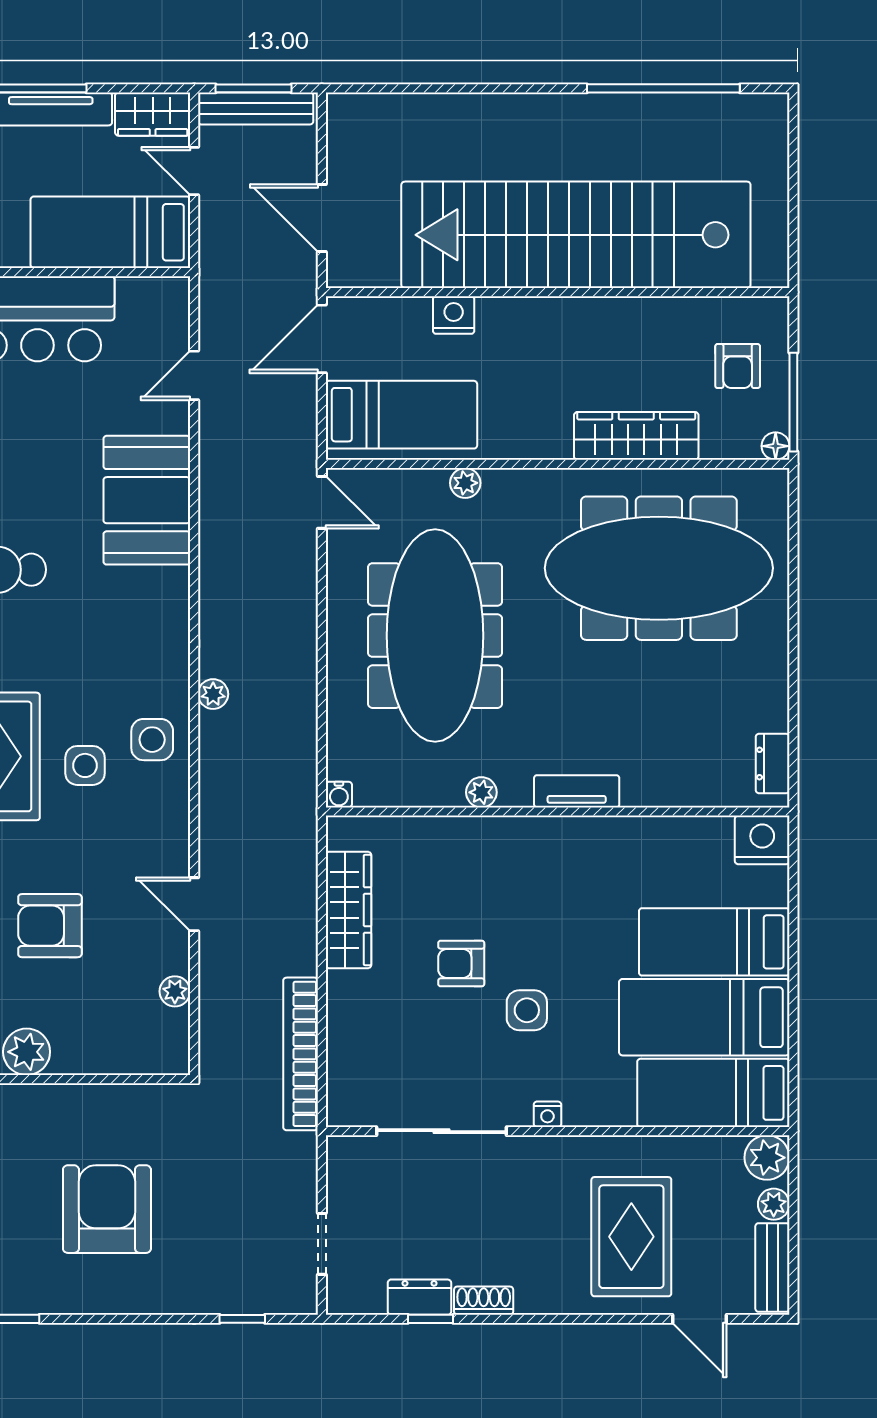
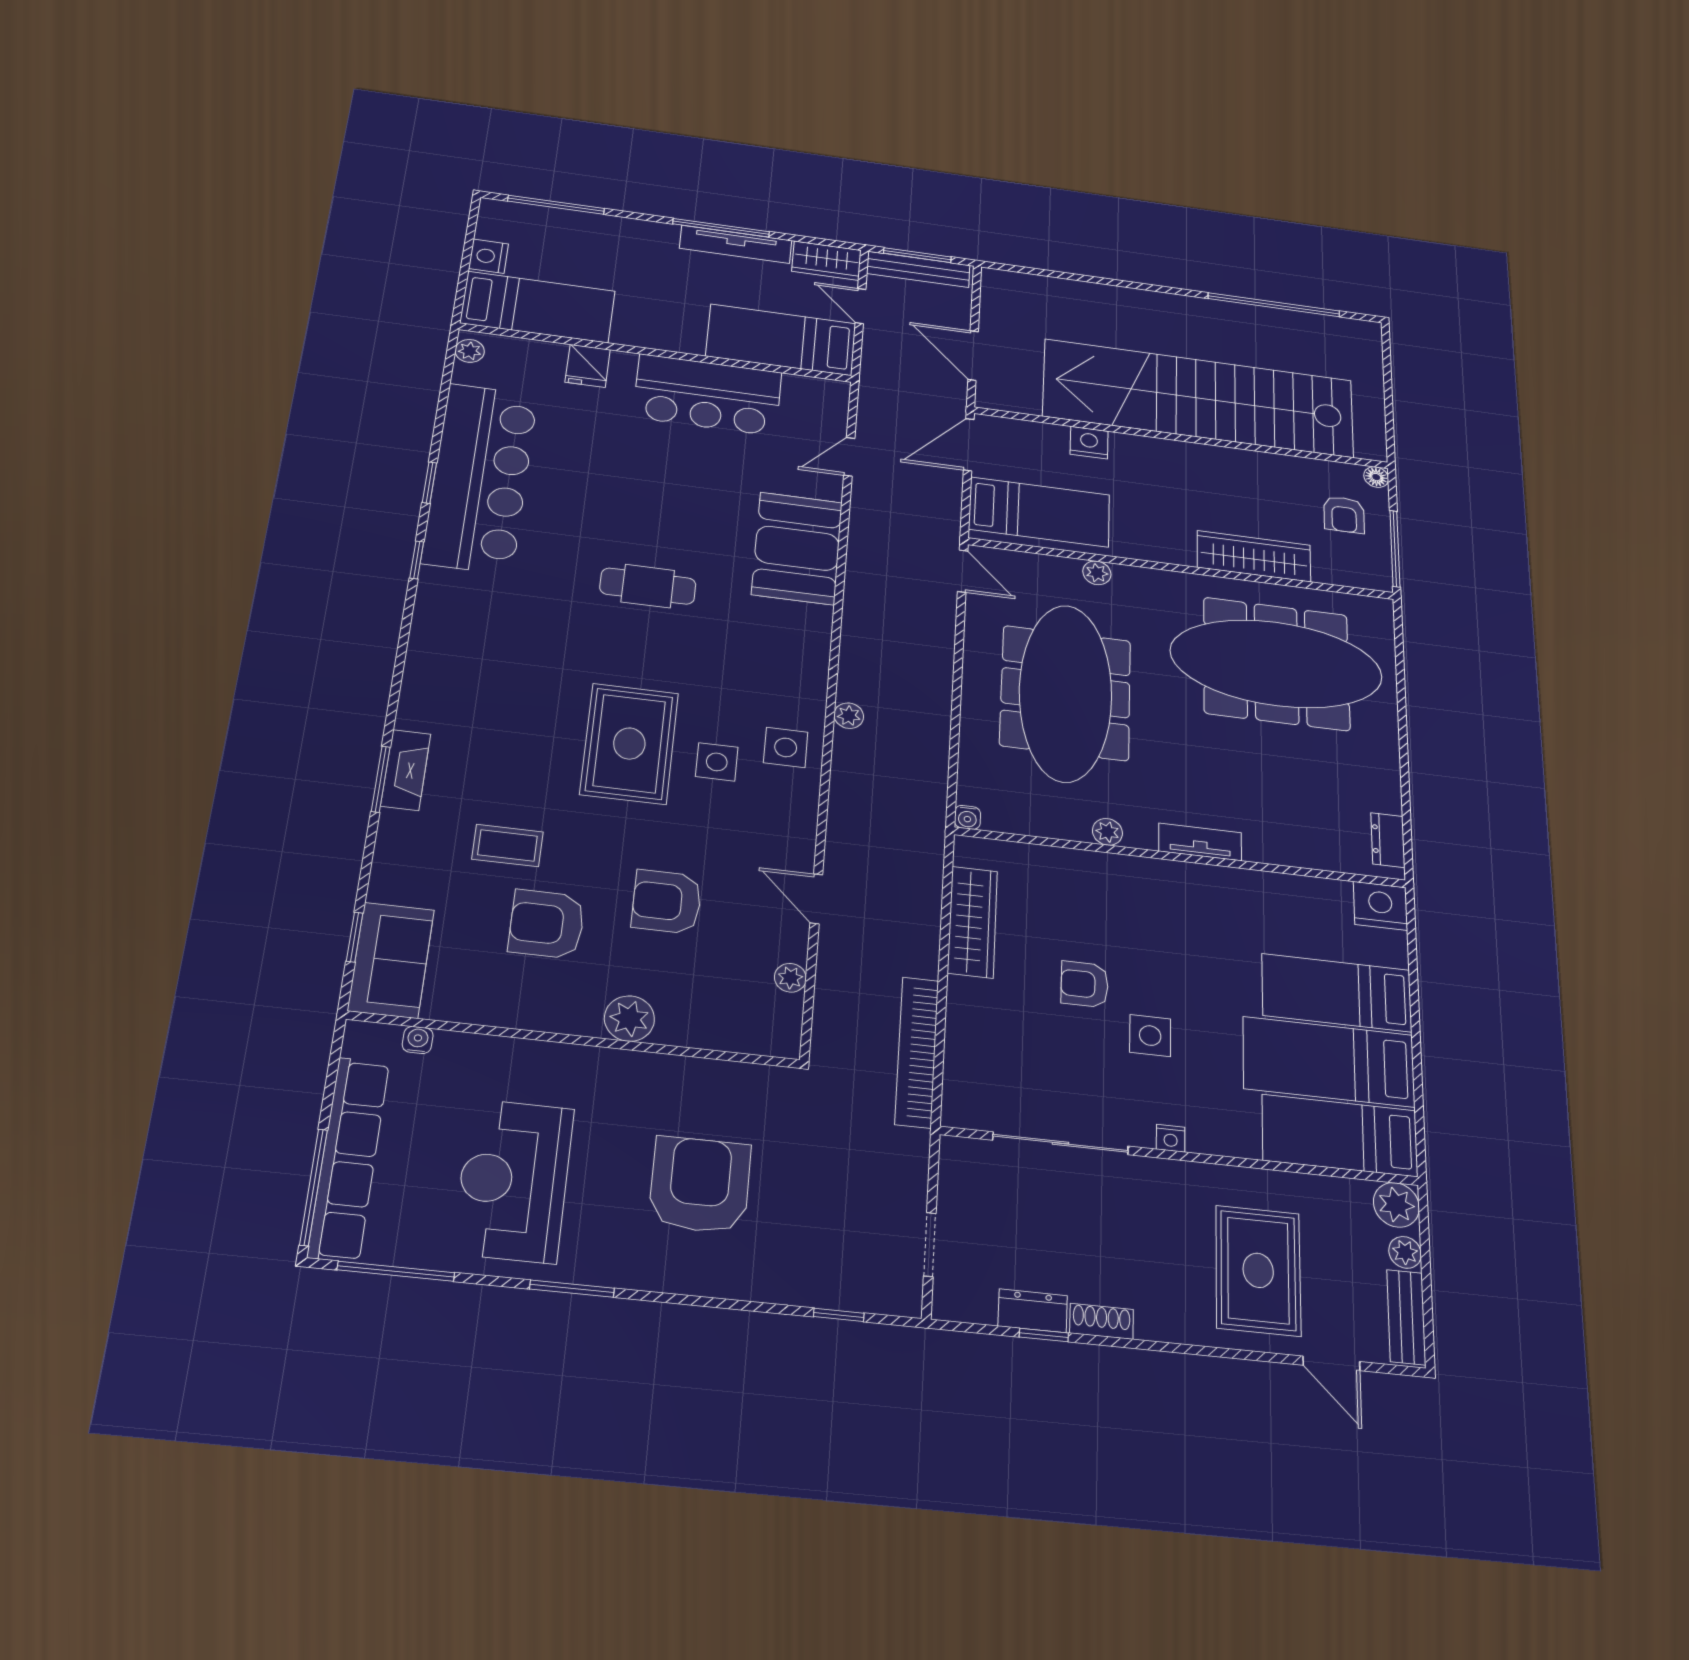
floor lamp: (776, 446) -> (1376, 477), moved

